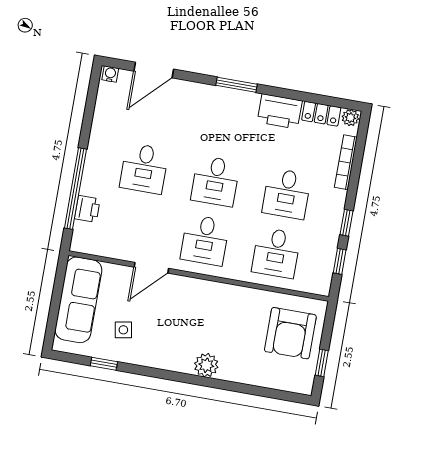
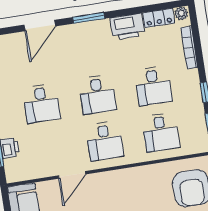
door: (154, 70) -> (40, 25), moved

